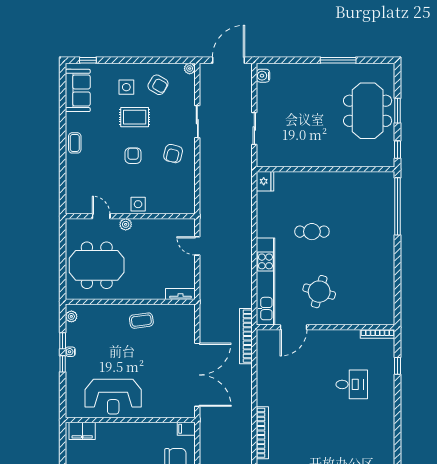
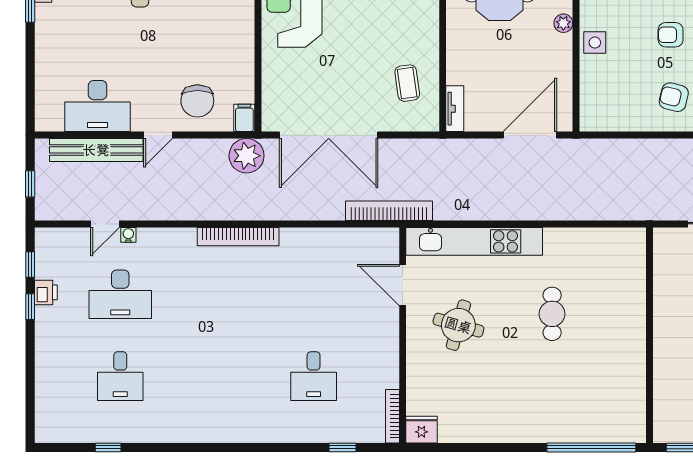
armchair: (133, 156) -> (671, 35), turned 180
fridge: (265, 181) -> (421, 430), moved, turned 180
door: (197, 246) -> (530, 135), width x1.88
coffee table: (141, 321) -> (407, 83), moved
plant: (211, 427) -> (247, 156), added

